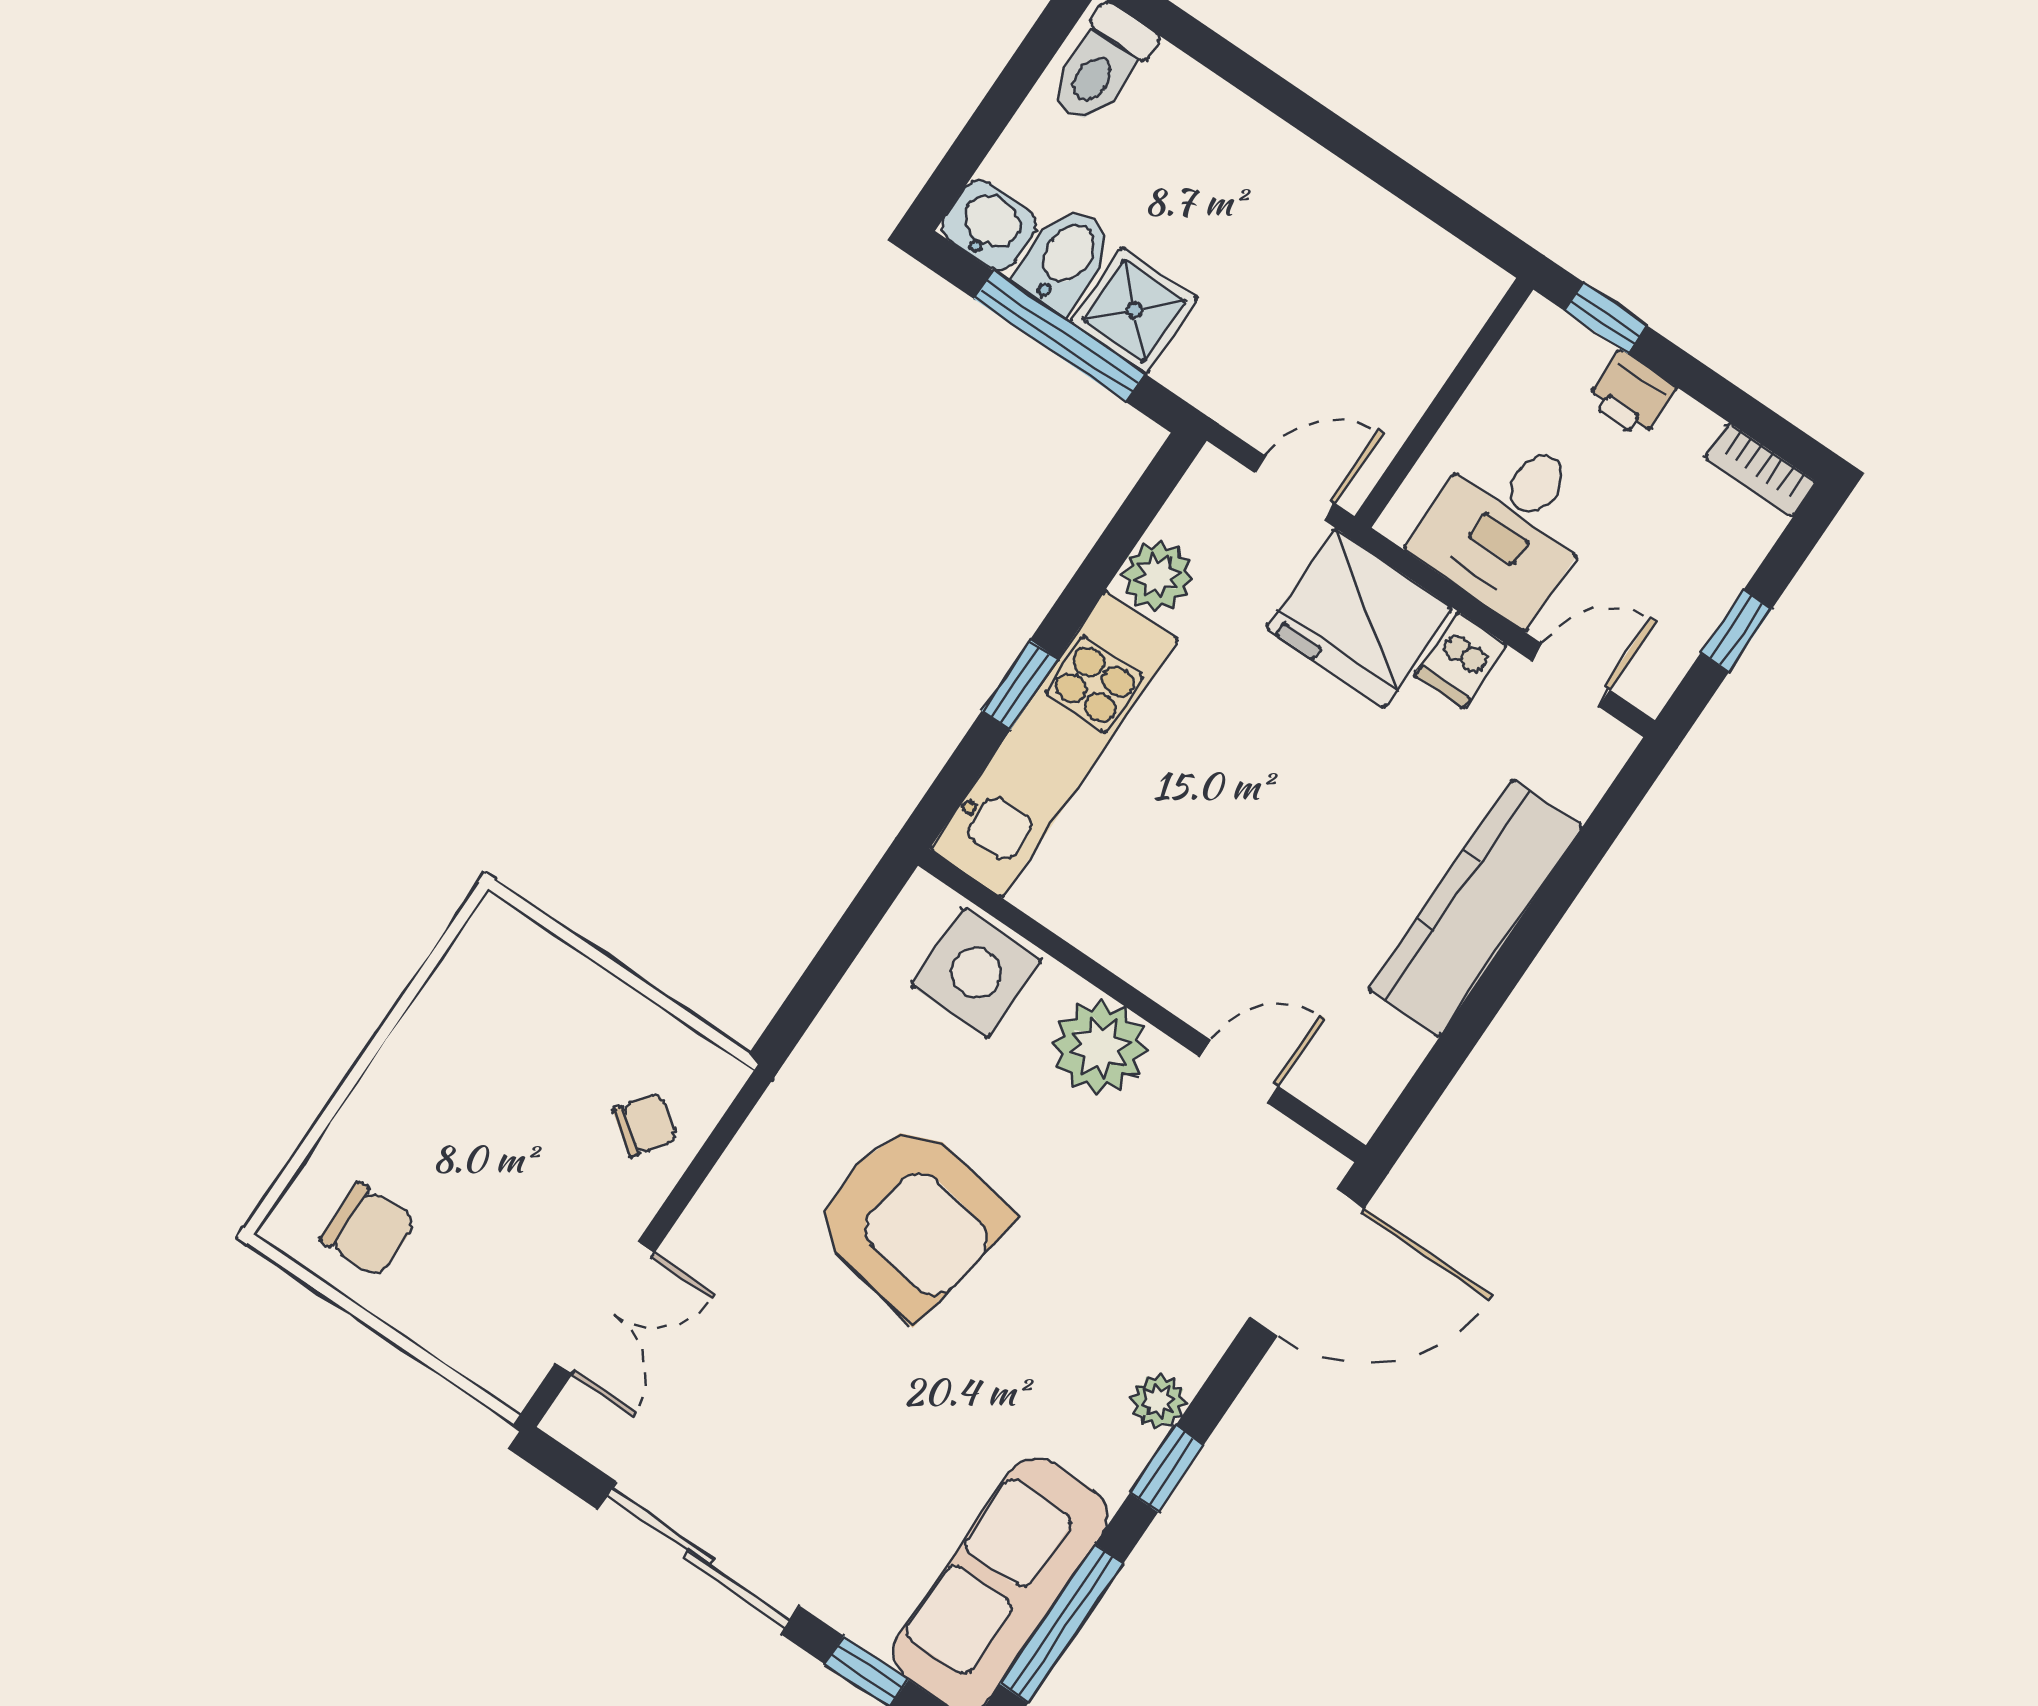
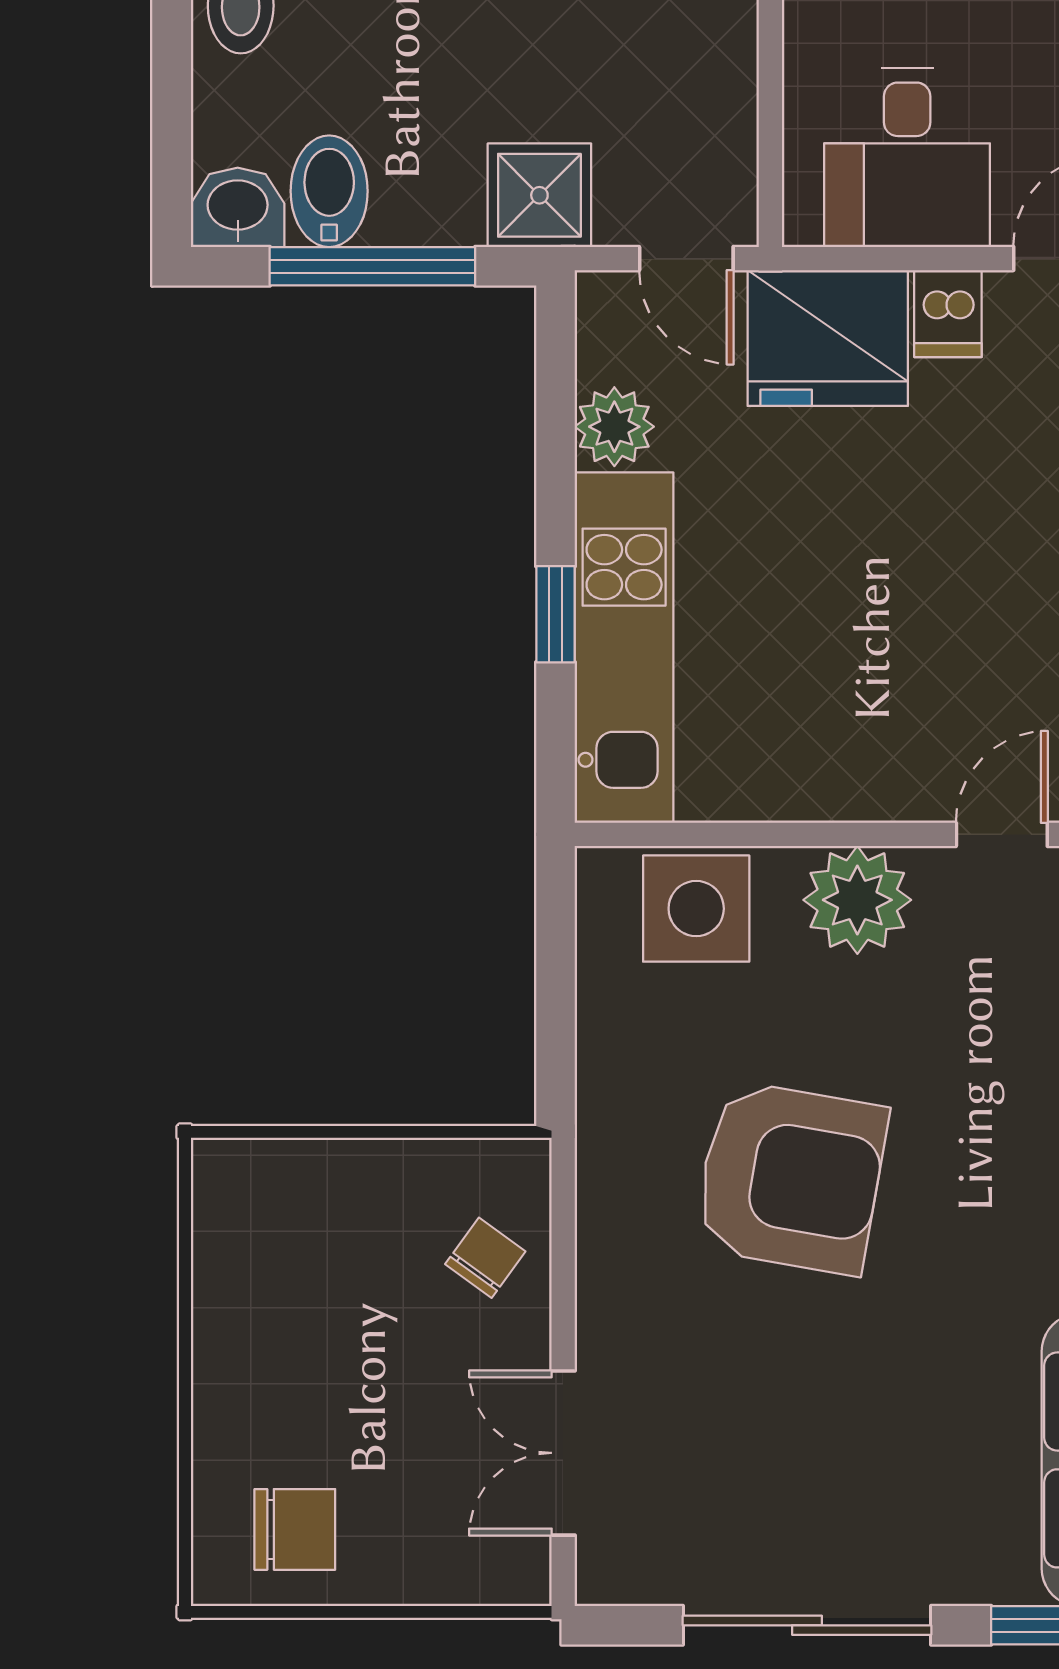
shower: (1134, 311) -> (539, 195), moved
door: (1295, 488) -> (686, 259), swing flipped
double door: (605, 1308) -> (563, 1453), swing flipped

